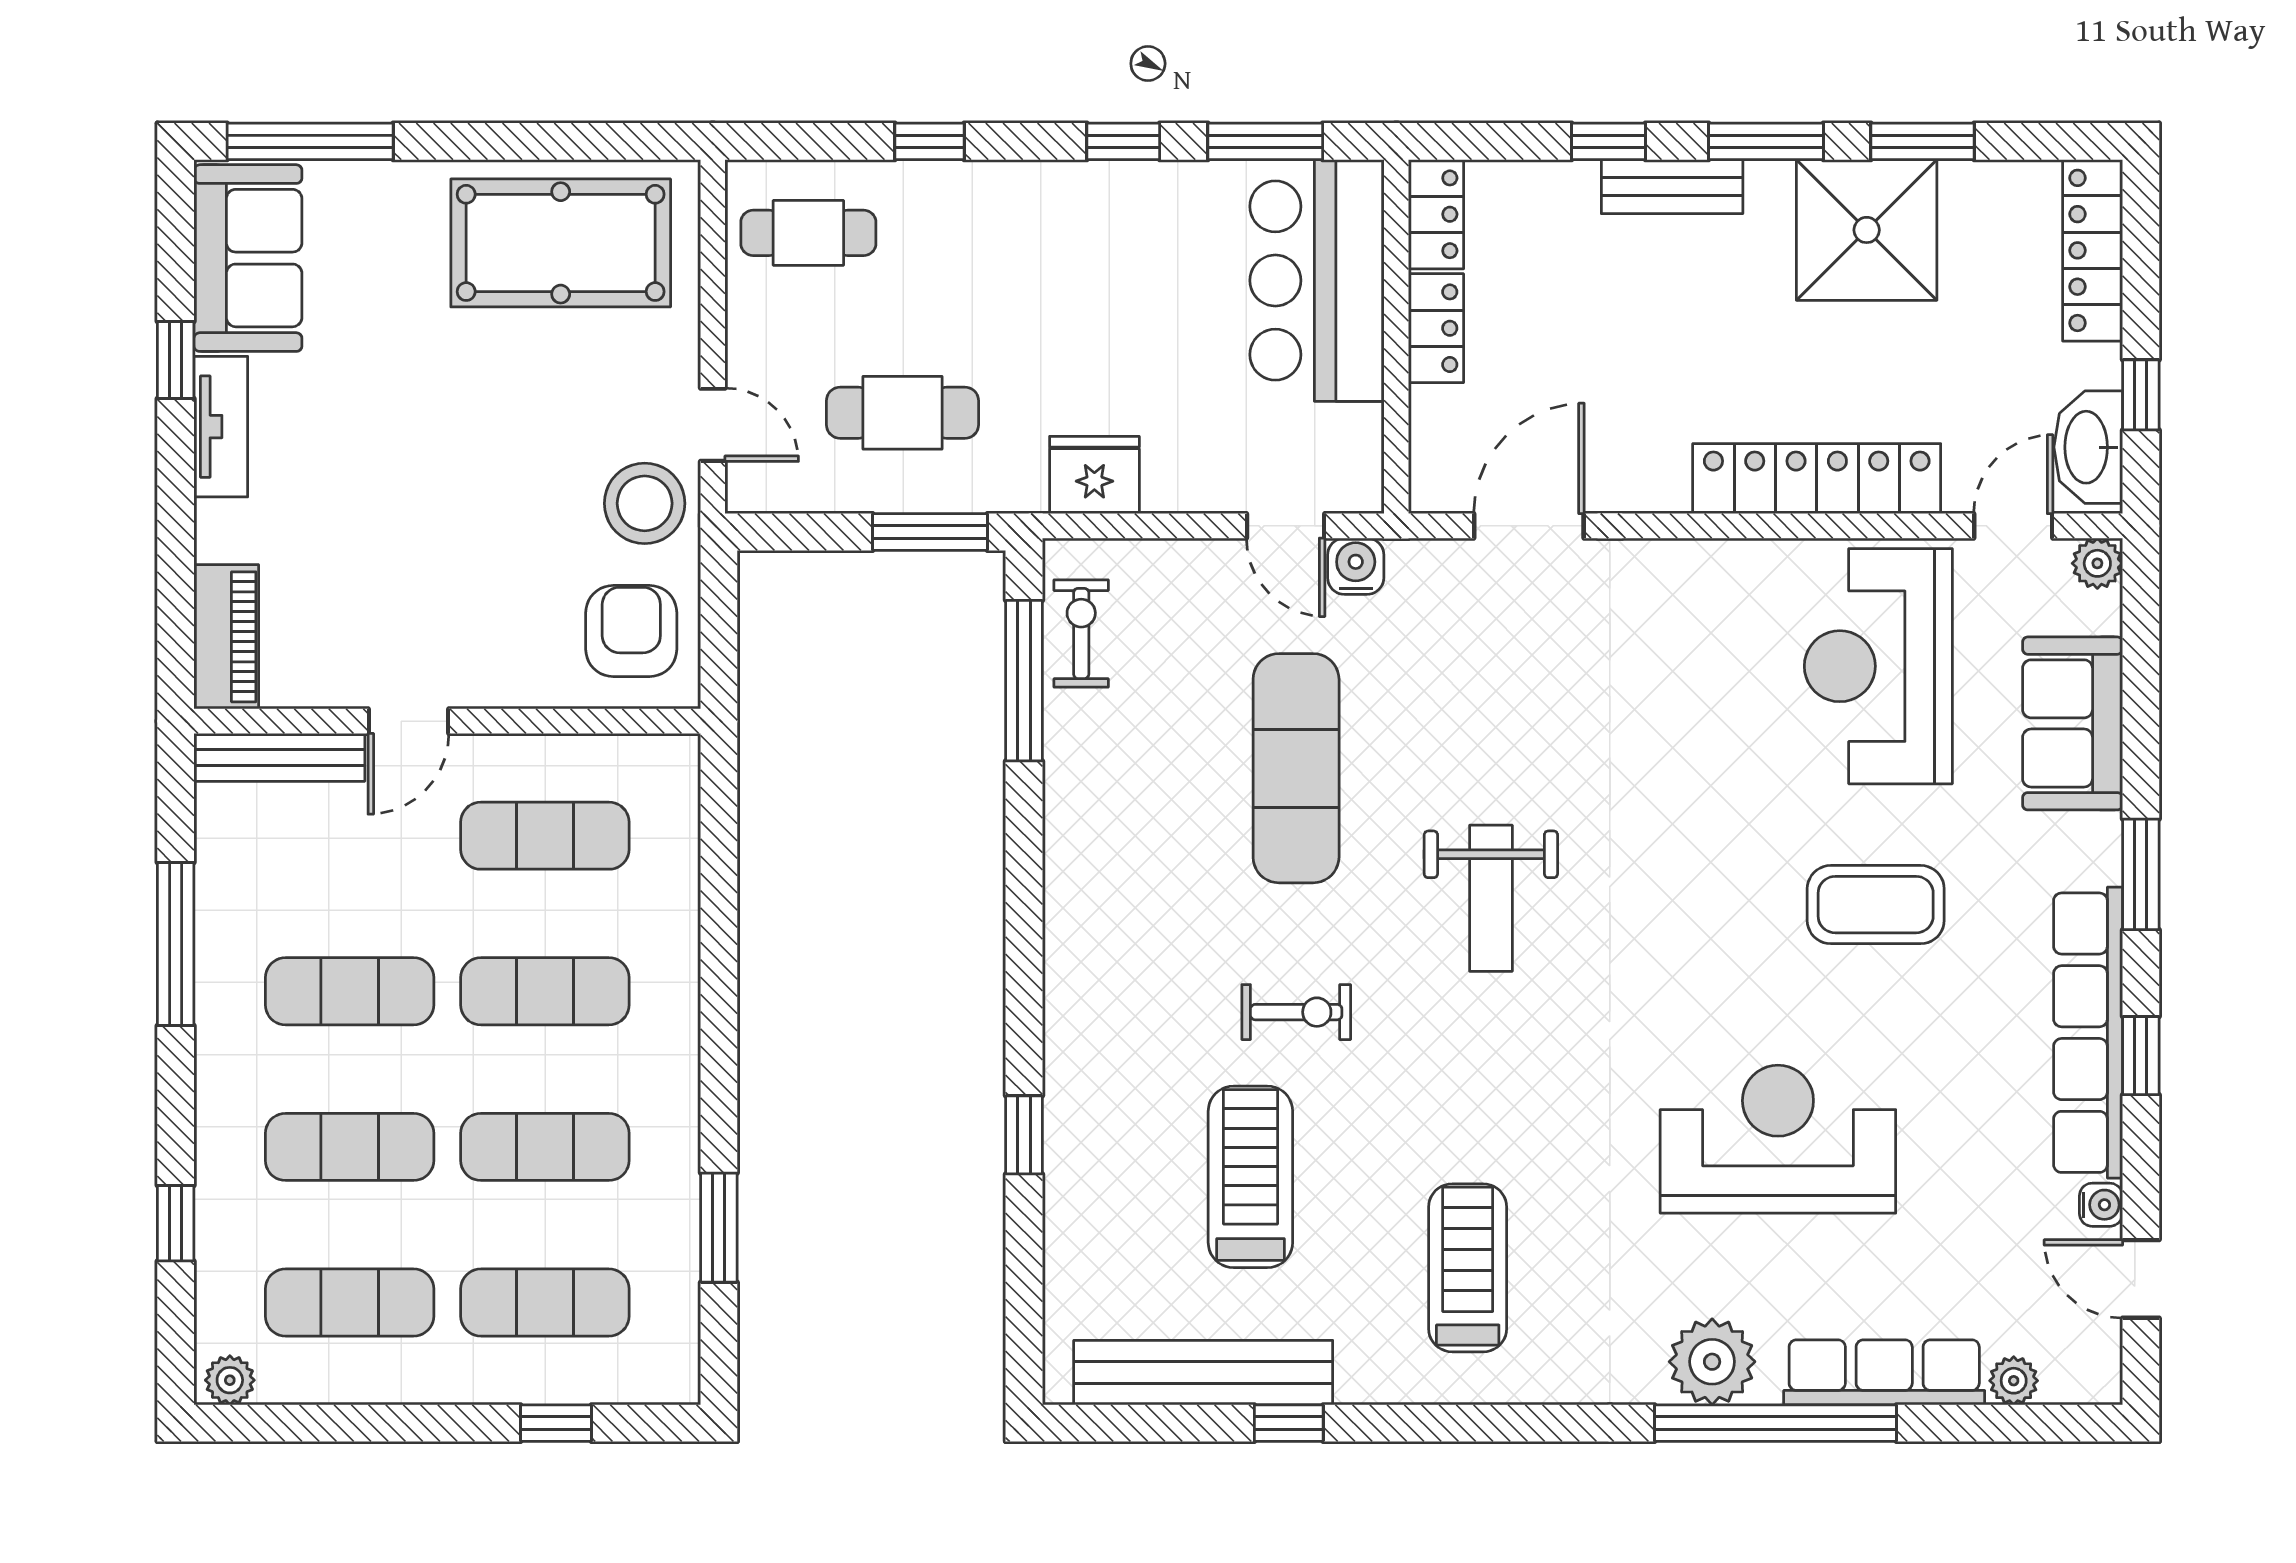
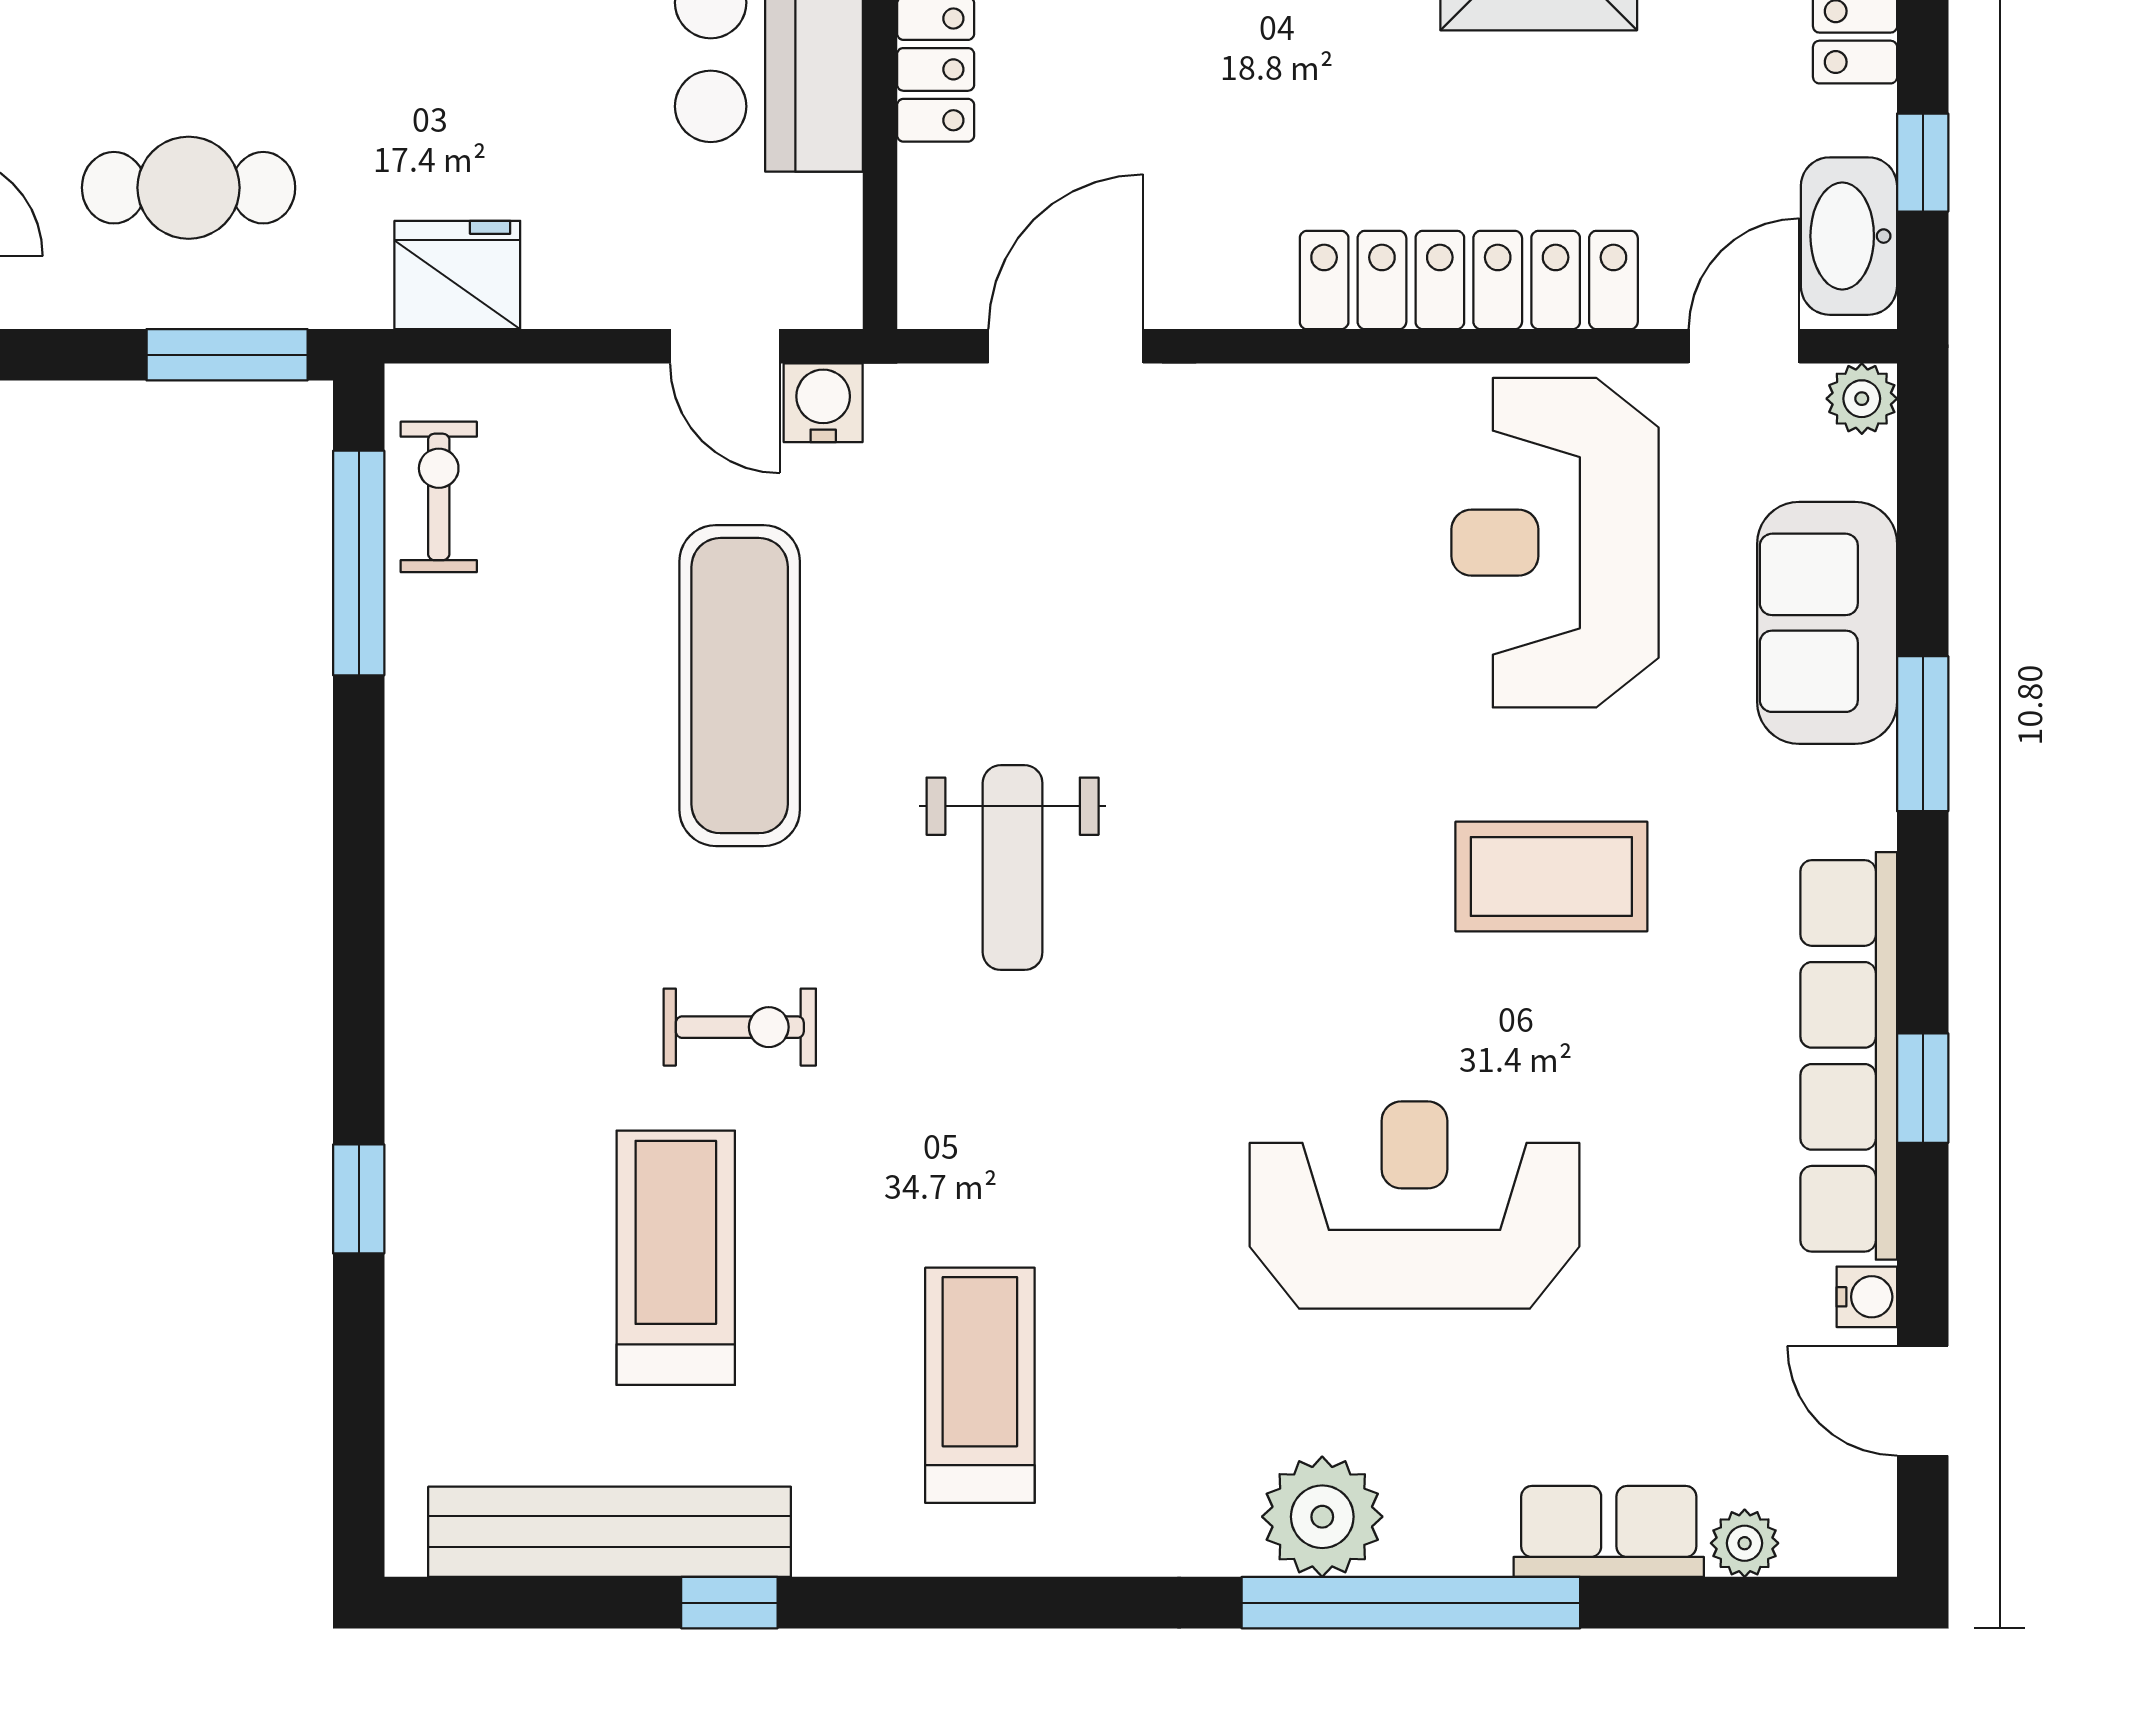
window: (2141, 874) -> (1923, 734), moved
row of seats: (1884, 1372) -> (1609, 1531), width x0.68

